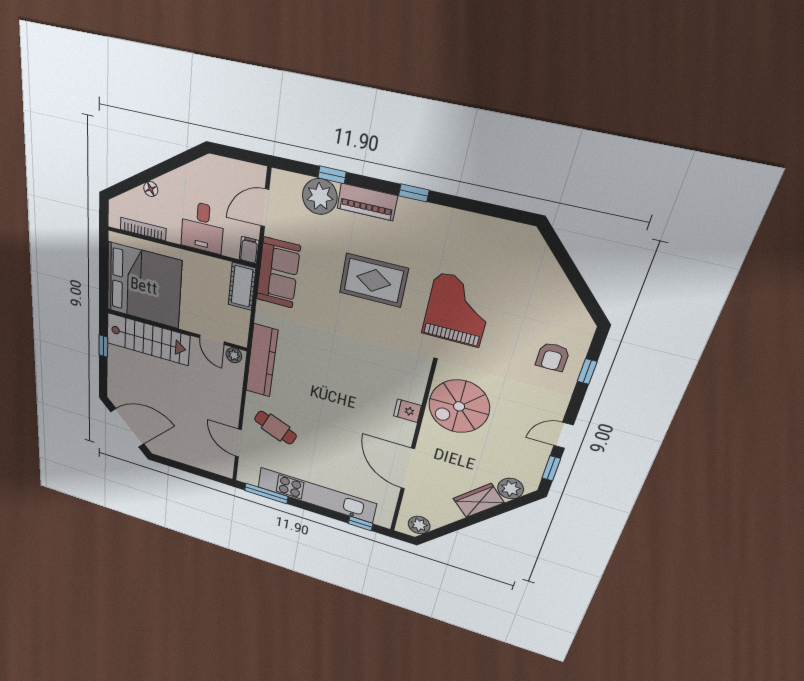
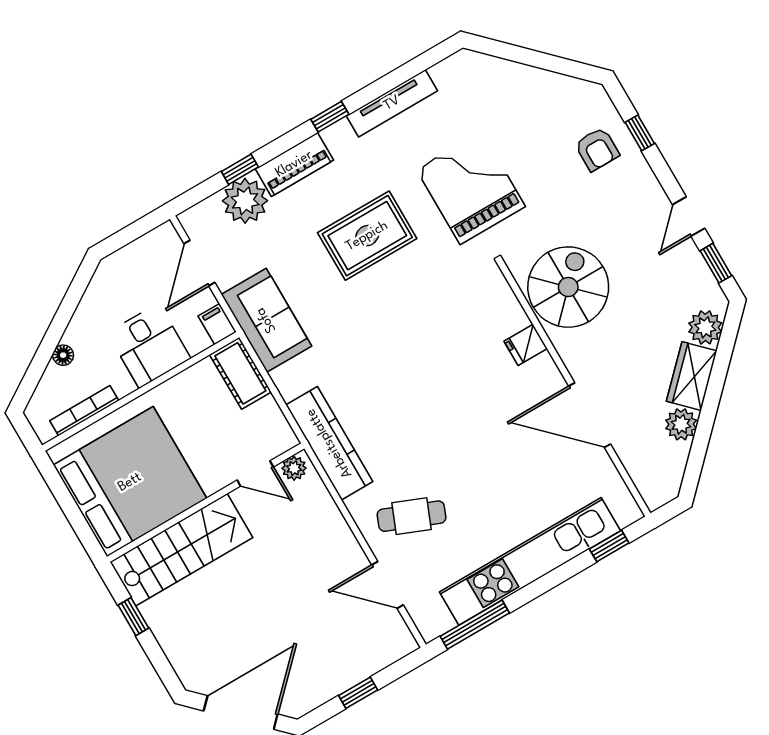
tv unit: (459, 220) -> (392, 103), added
spiral stairs: (459, 406) -> (568, 287), turned 180
window: (188, 469) -> (358, 693), added
plant: (419, 525) -> (681, 424), moved

